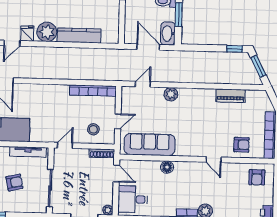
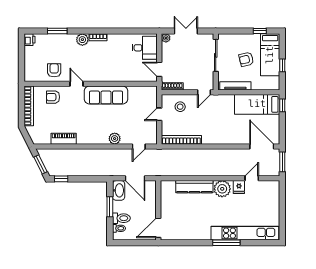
sofa: (150, 145) -> (106, 95), moved
floor lamp: (167, 167) -> (116, 76), removed
armchair: (257, 177) -> (54, 70), moved

